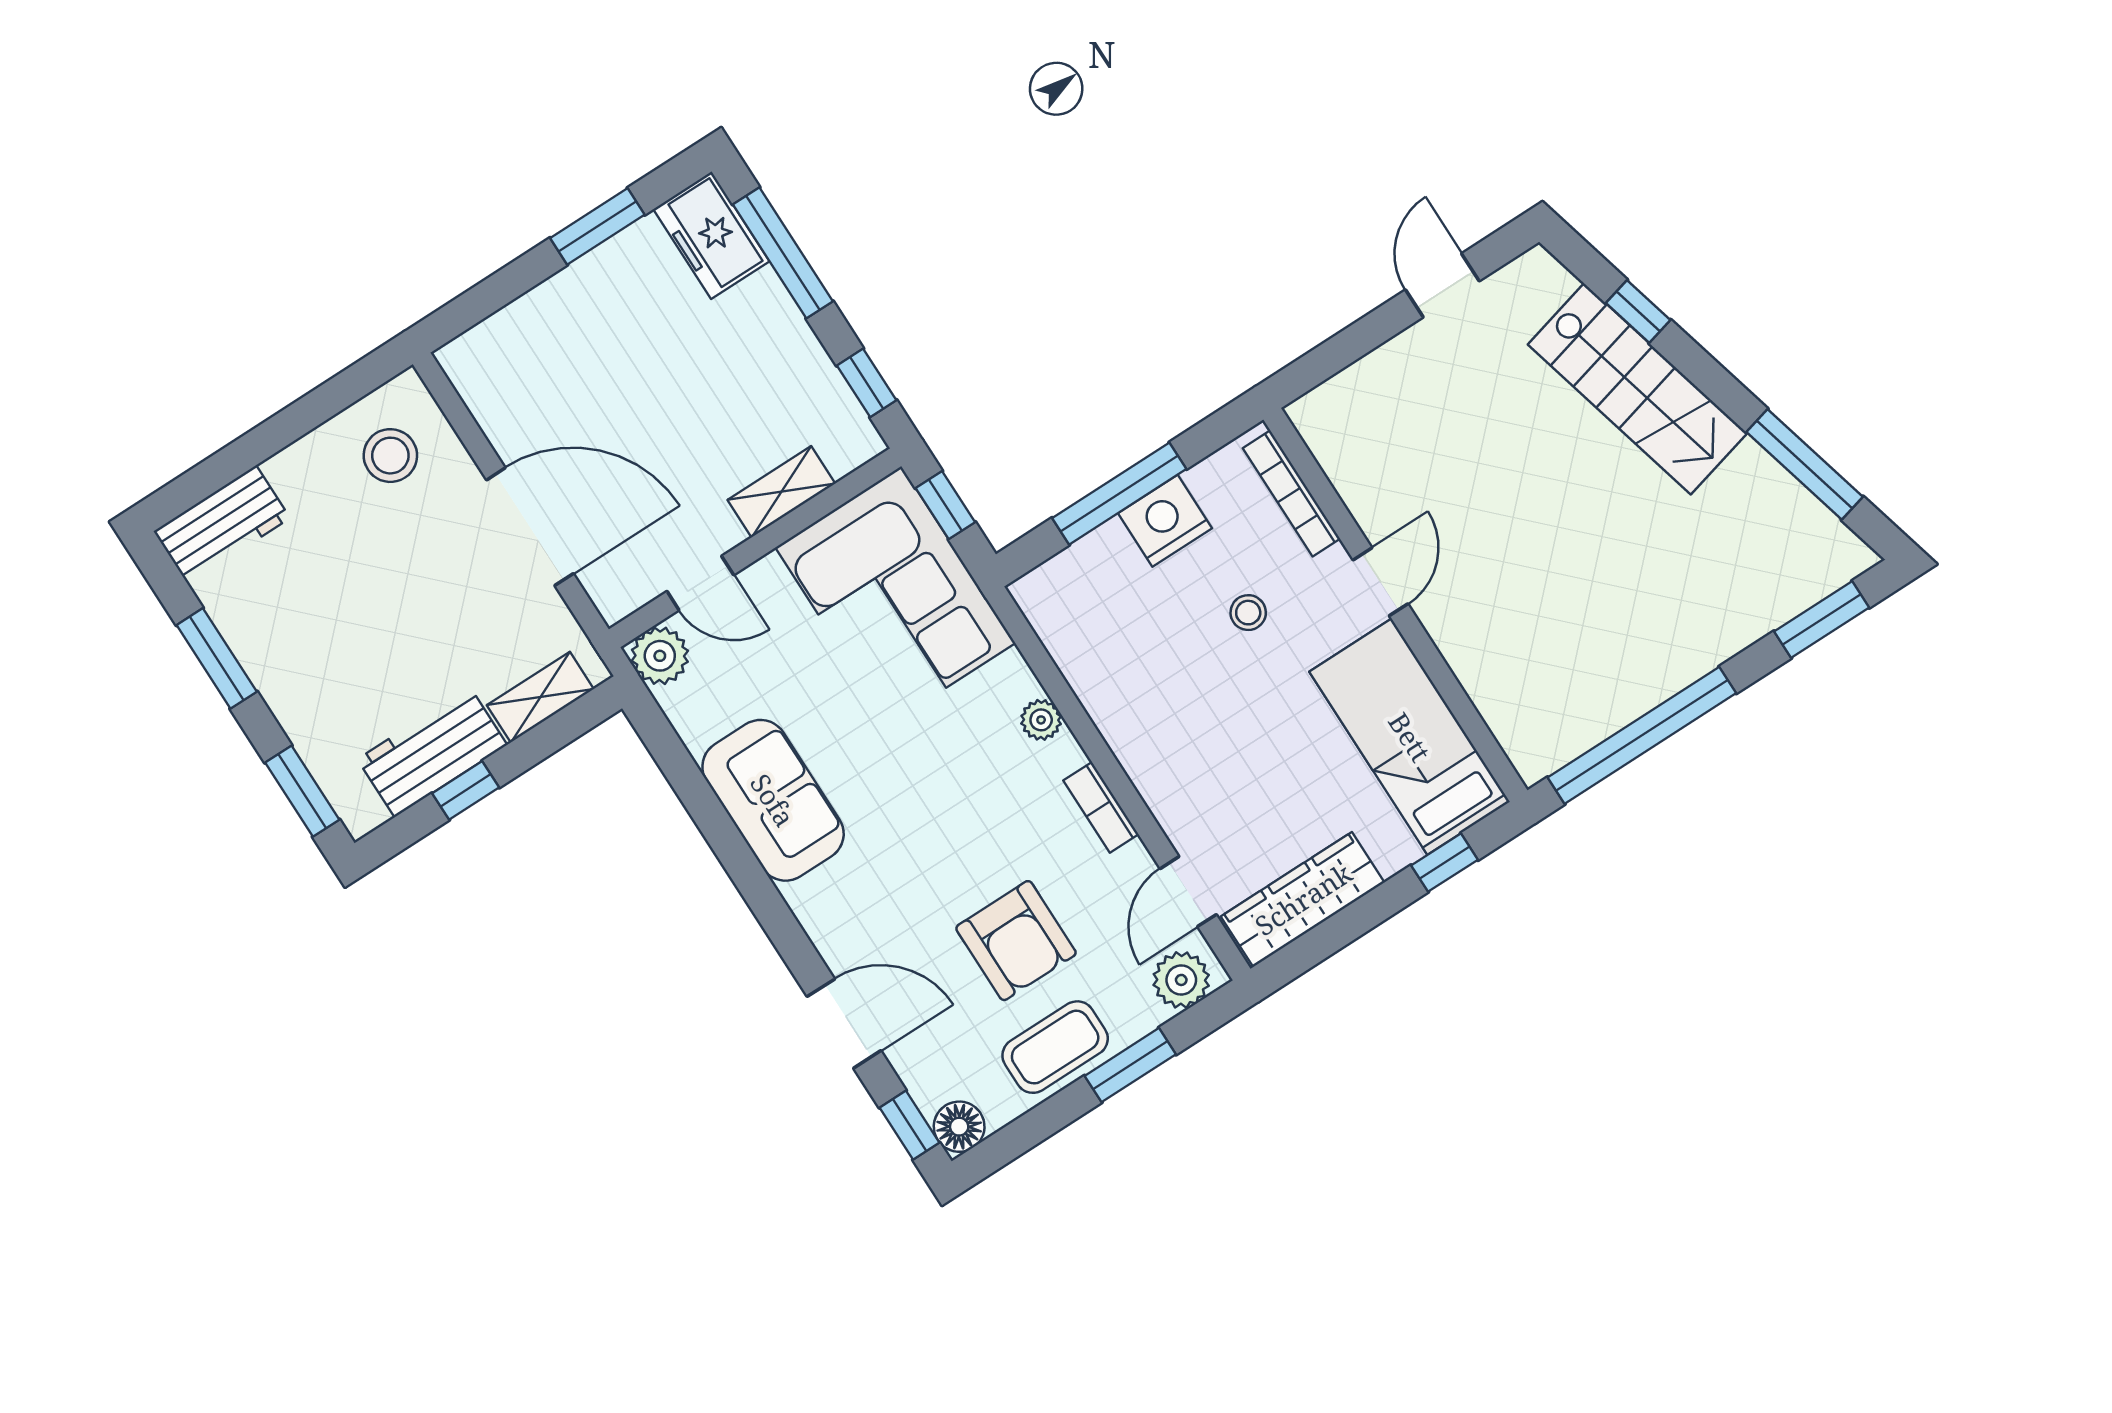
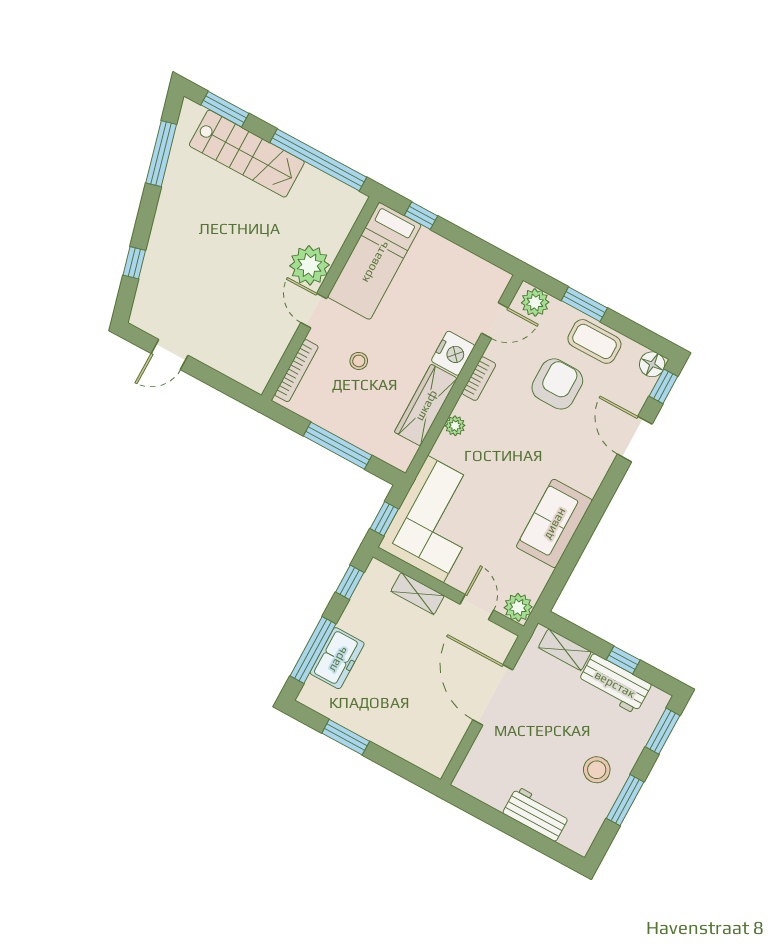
freezer: (711, 235) -> (337, 658), moved
stairs: (1637, 389) -> (247, 154), moved, turned 105
stool: (390, 456) -> (597, 770), moved
nightstand: (1165, 521) -> (453, 353), moved, turned -90
workbench: (222, 525) -> (536, 814), moved
door: (1381, 582) -> (314, 311), hinge flipped
plant: (1464, 618) -> (309, 265), added
wardrobe: (1303, 899) -> (426, 405), moved, turned 90

